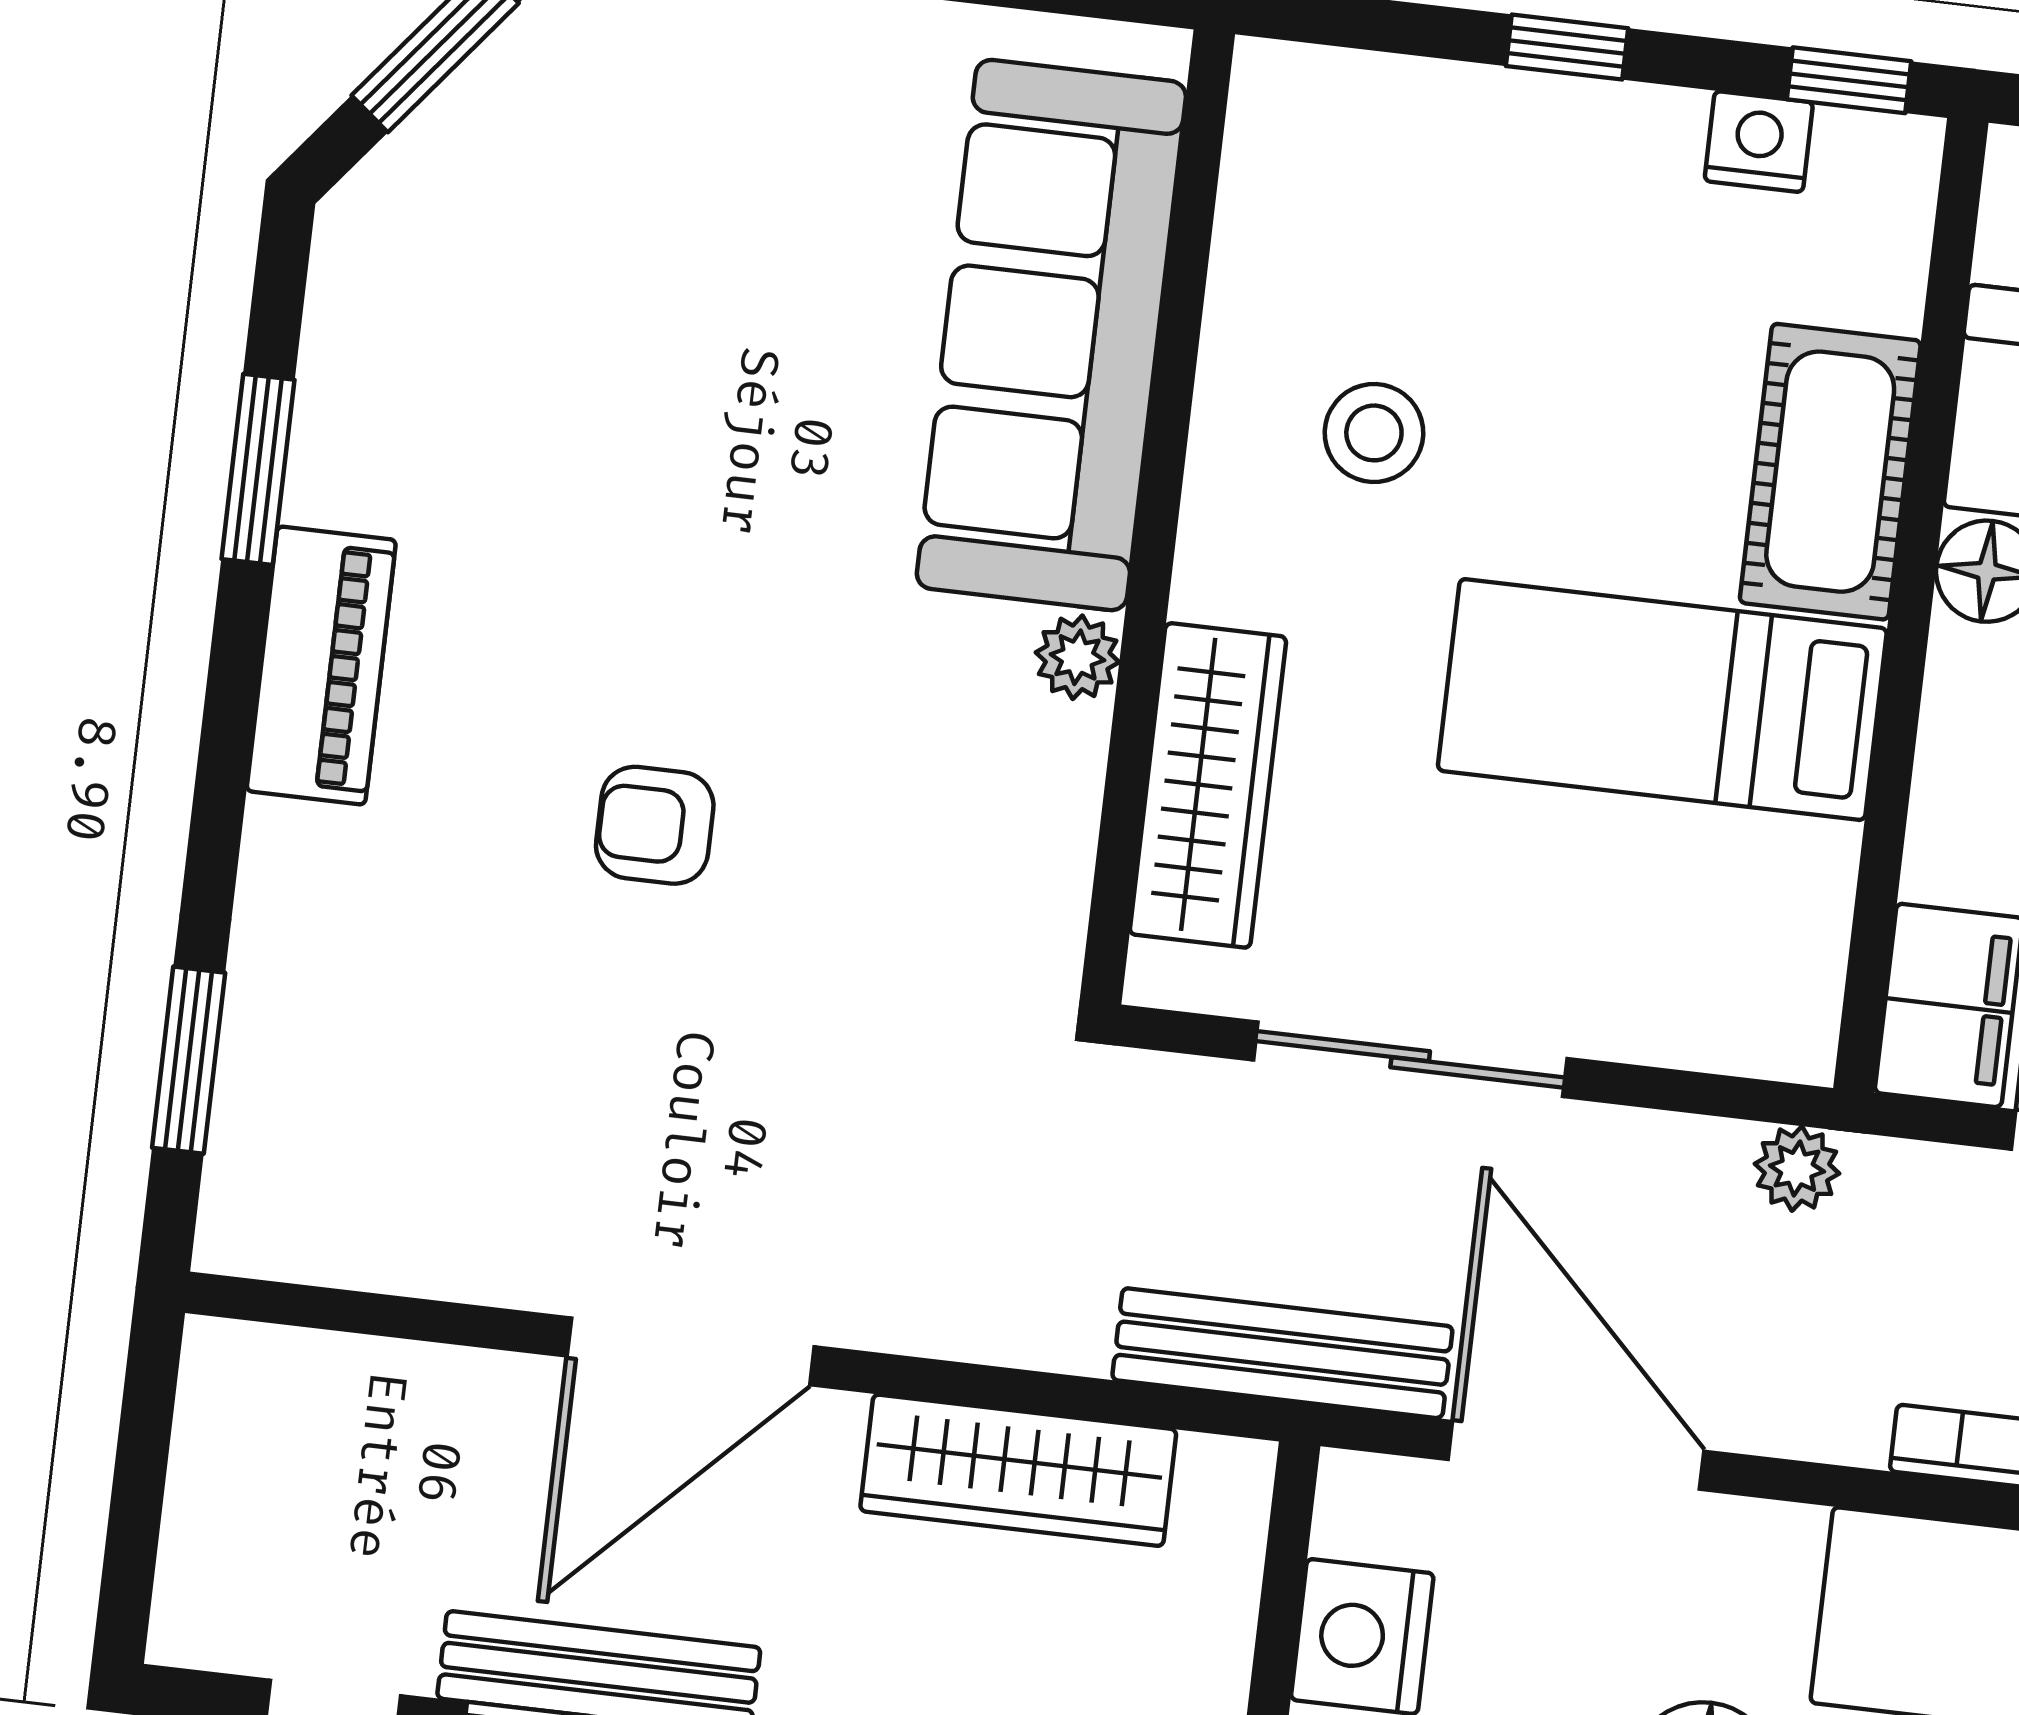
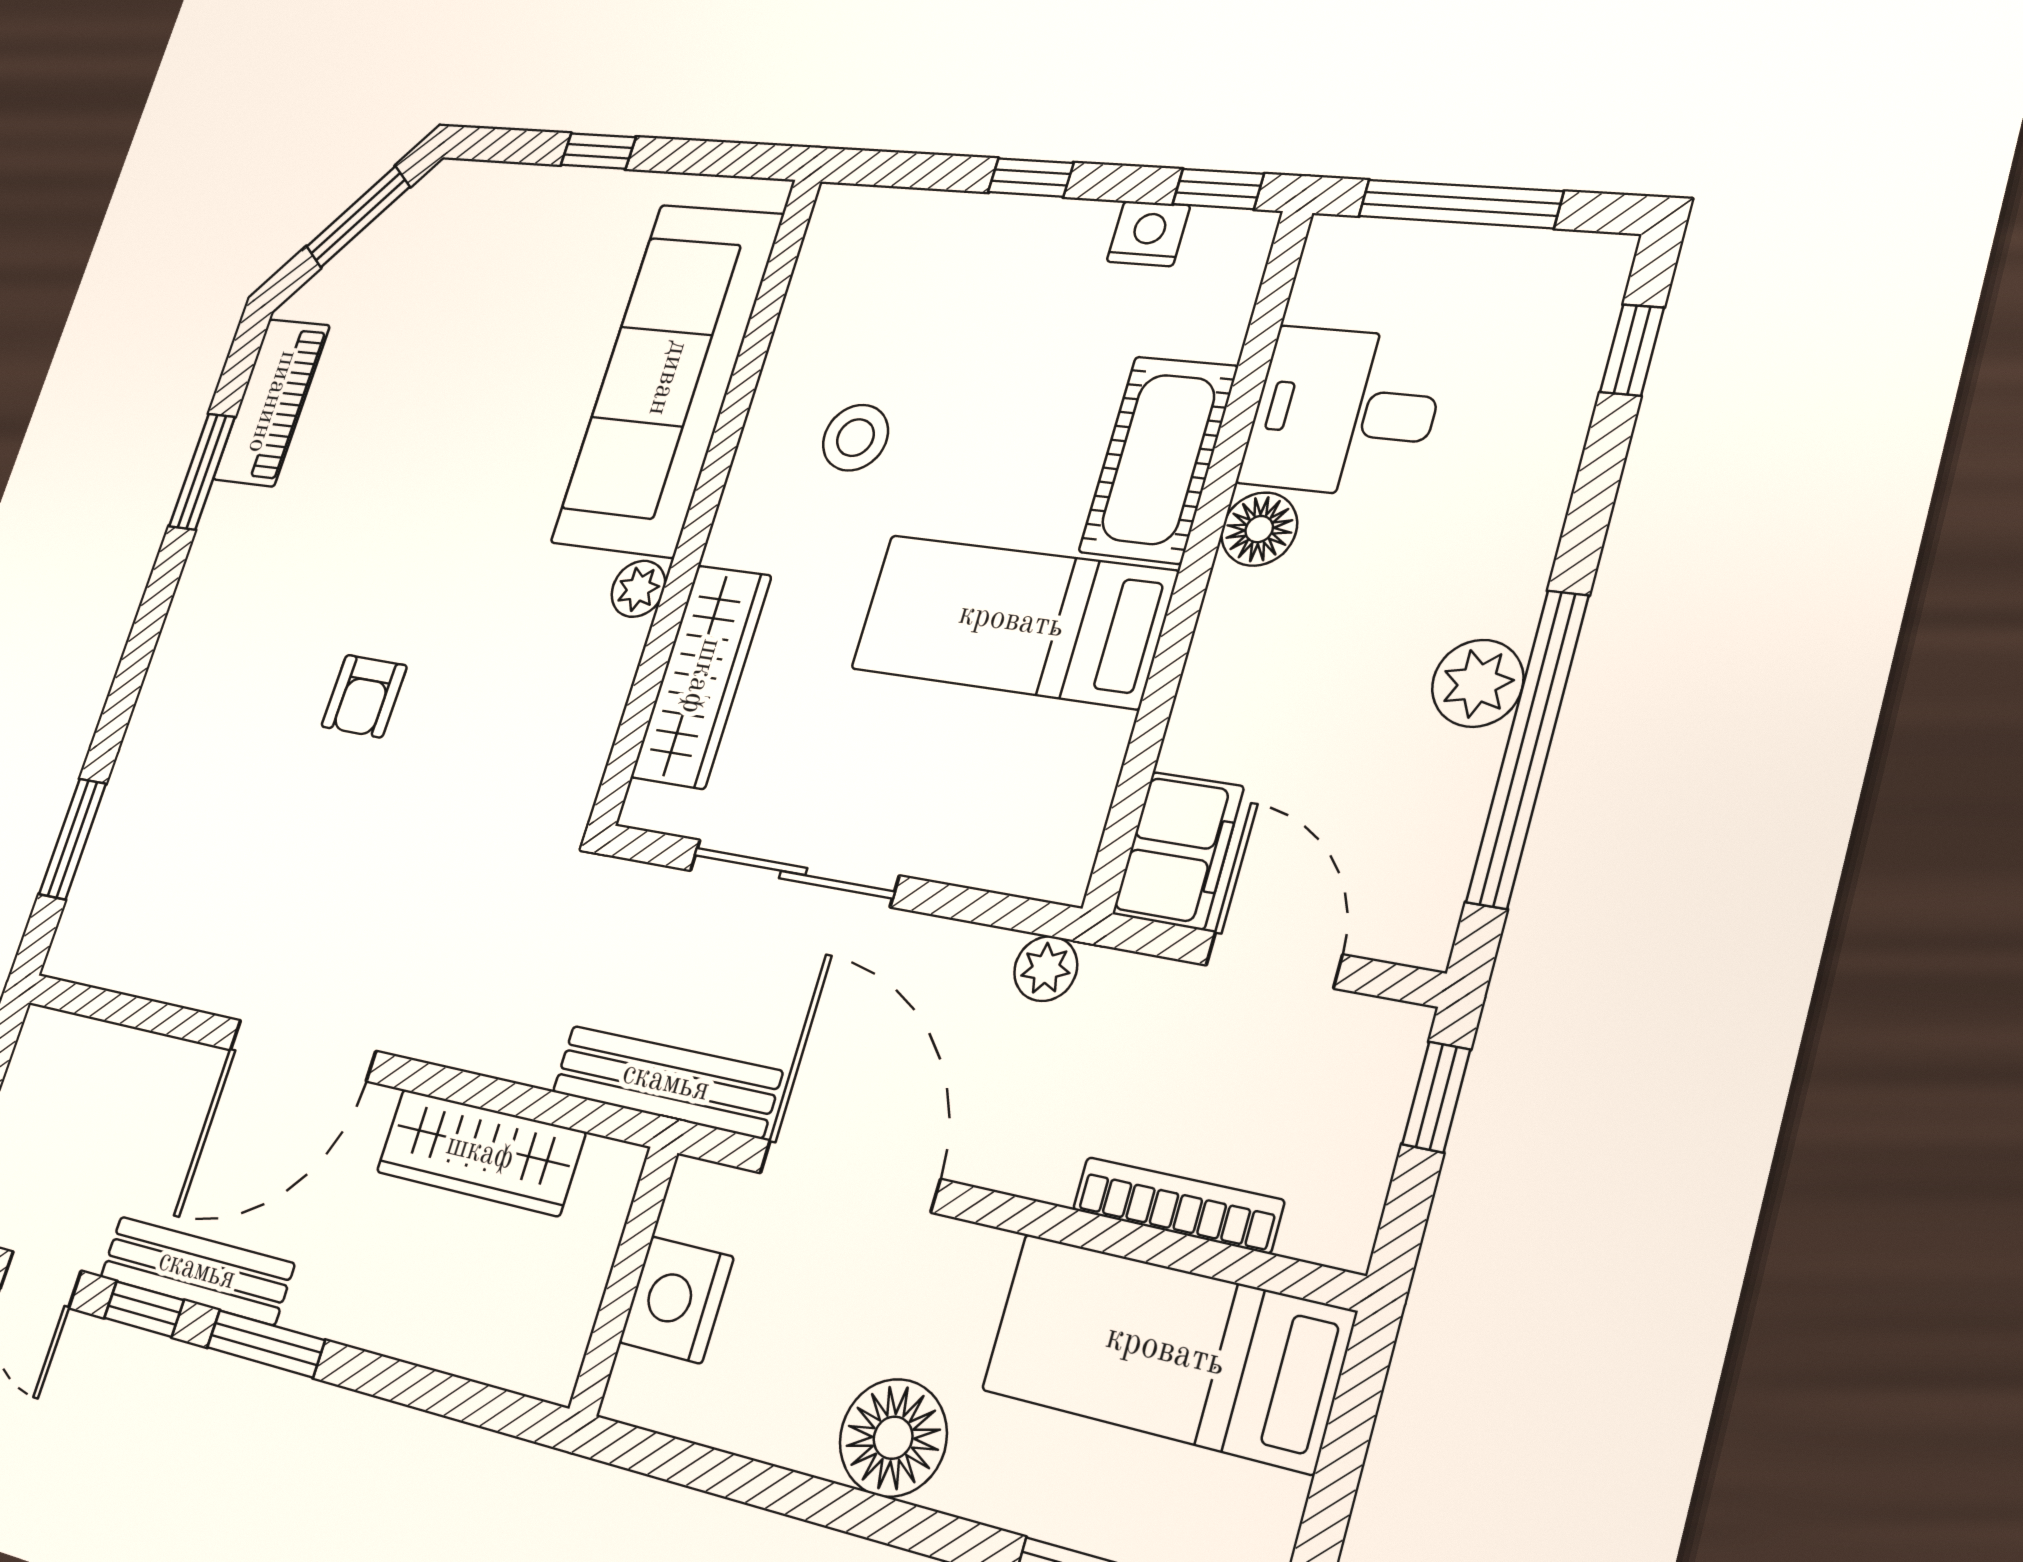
piano: (321, 665) -> (272, 402), moved
armchair: (655, 825) -> (364, 696), turned -89

